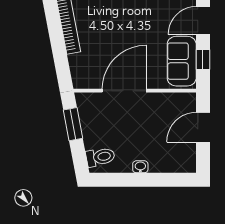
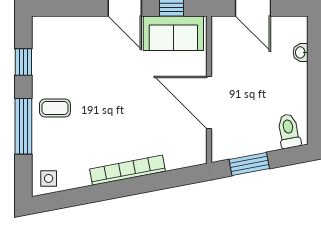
washbasin: (140, 167) -> (301, 52), moved

